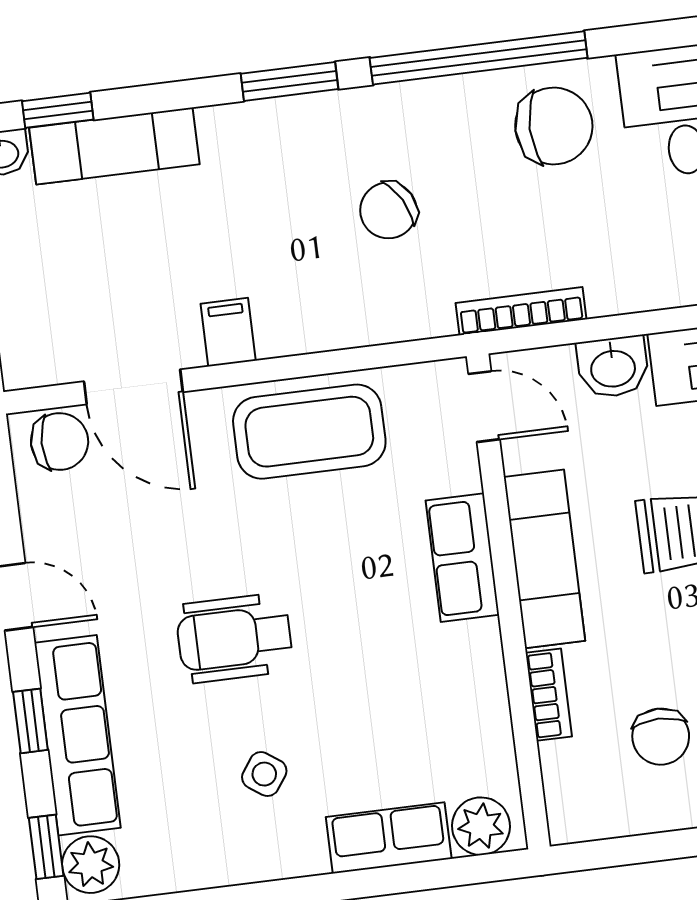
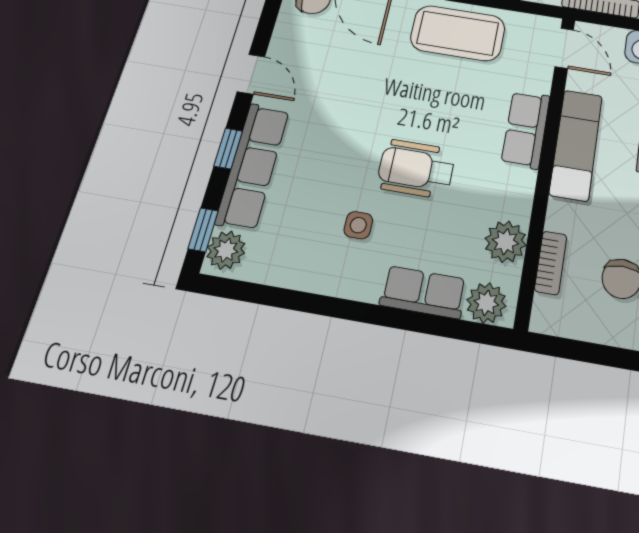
wheelchair: (235, 638) -> (416, 169), moved
bookcase: (549, 695) -> (551, 263), moved
plant: (482, 734) -> (506, 242), added
side table: (264, 774) -> (358, 225), turned -35

